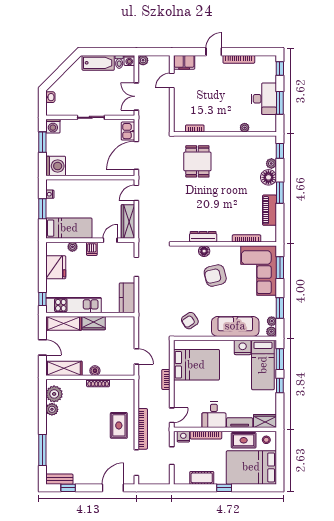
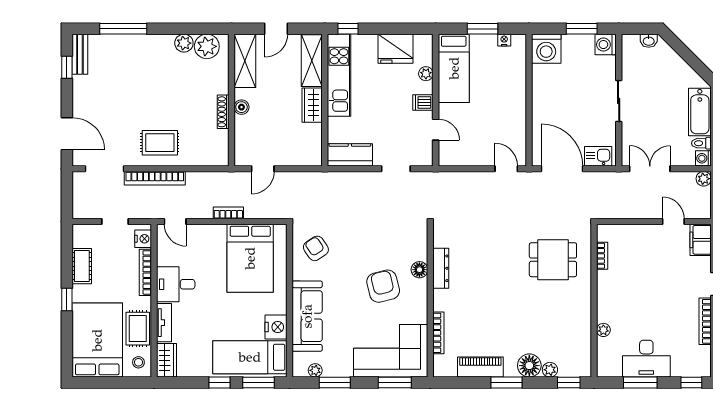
wardrobe: (128, 222) -> (463, 156), removed
plant: (271, 332) -> (300, 370), removed

